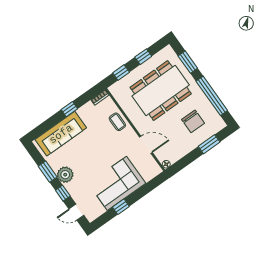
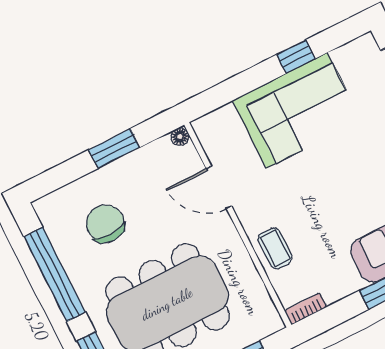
window: (209, 144) -> (114, 149), moved

